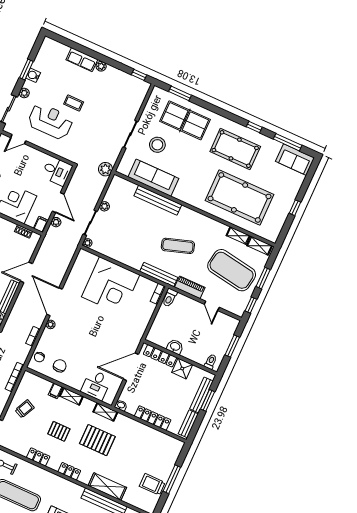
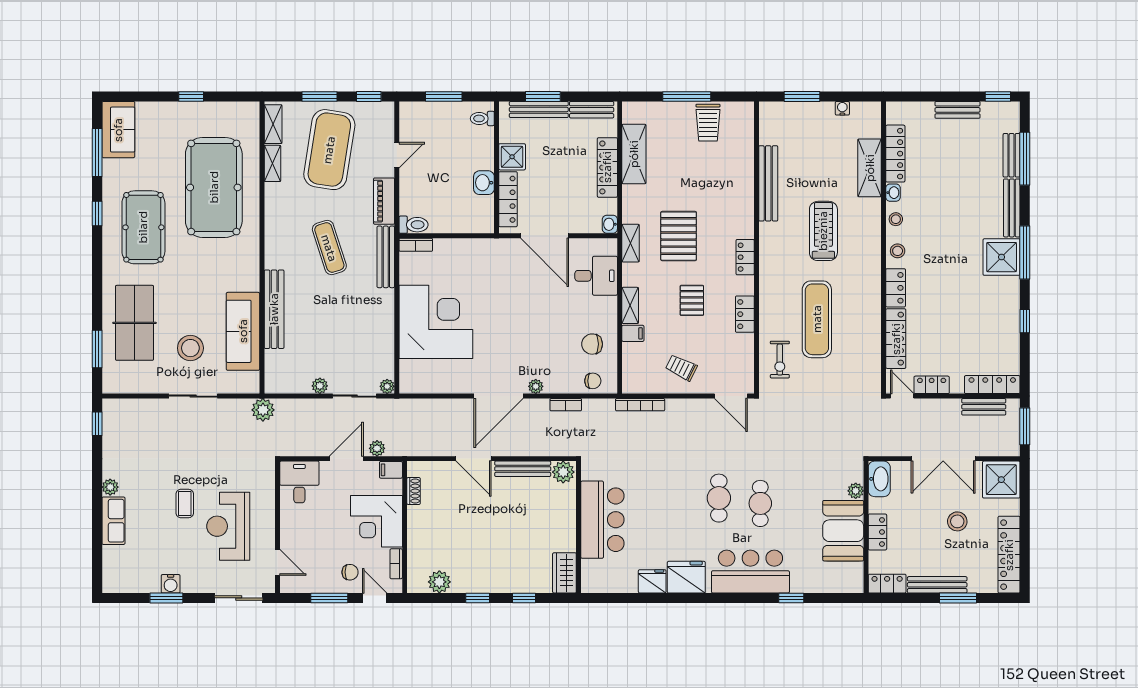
plant: (24, 93) -> (203, 585), removed
shelving: (107, 487) -> (634, 154), moved

